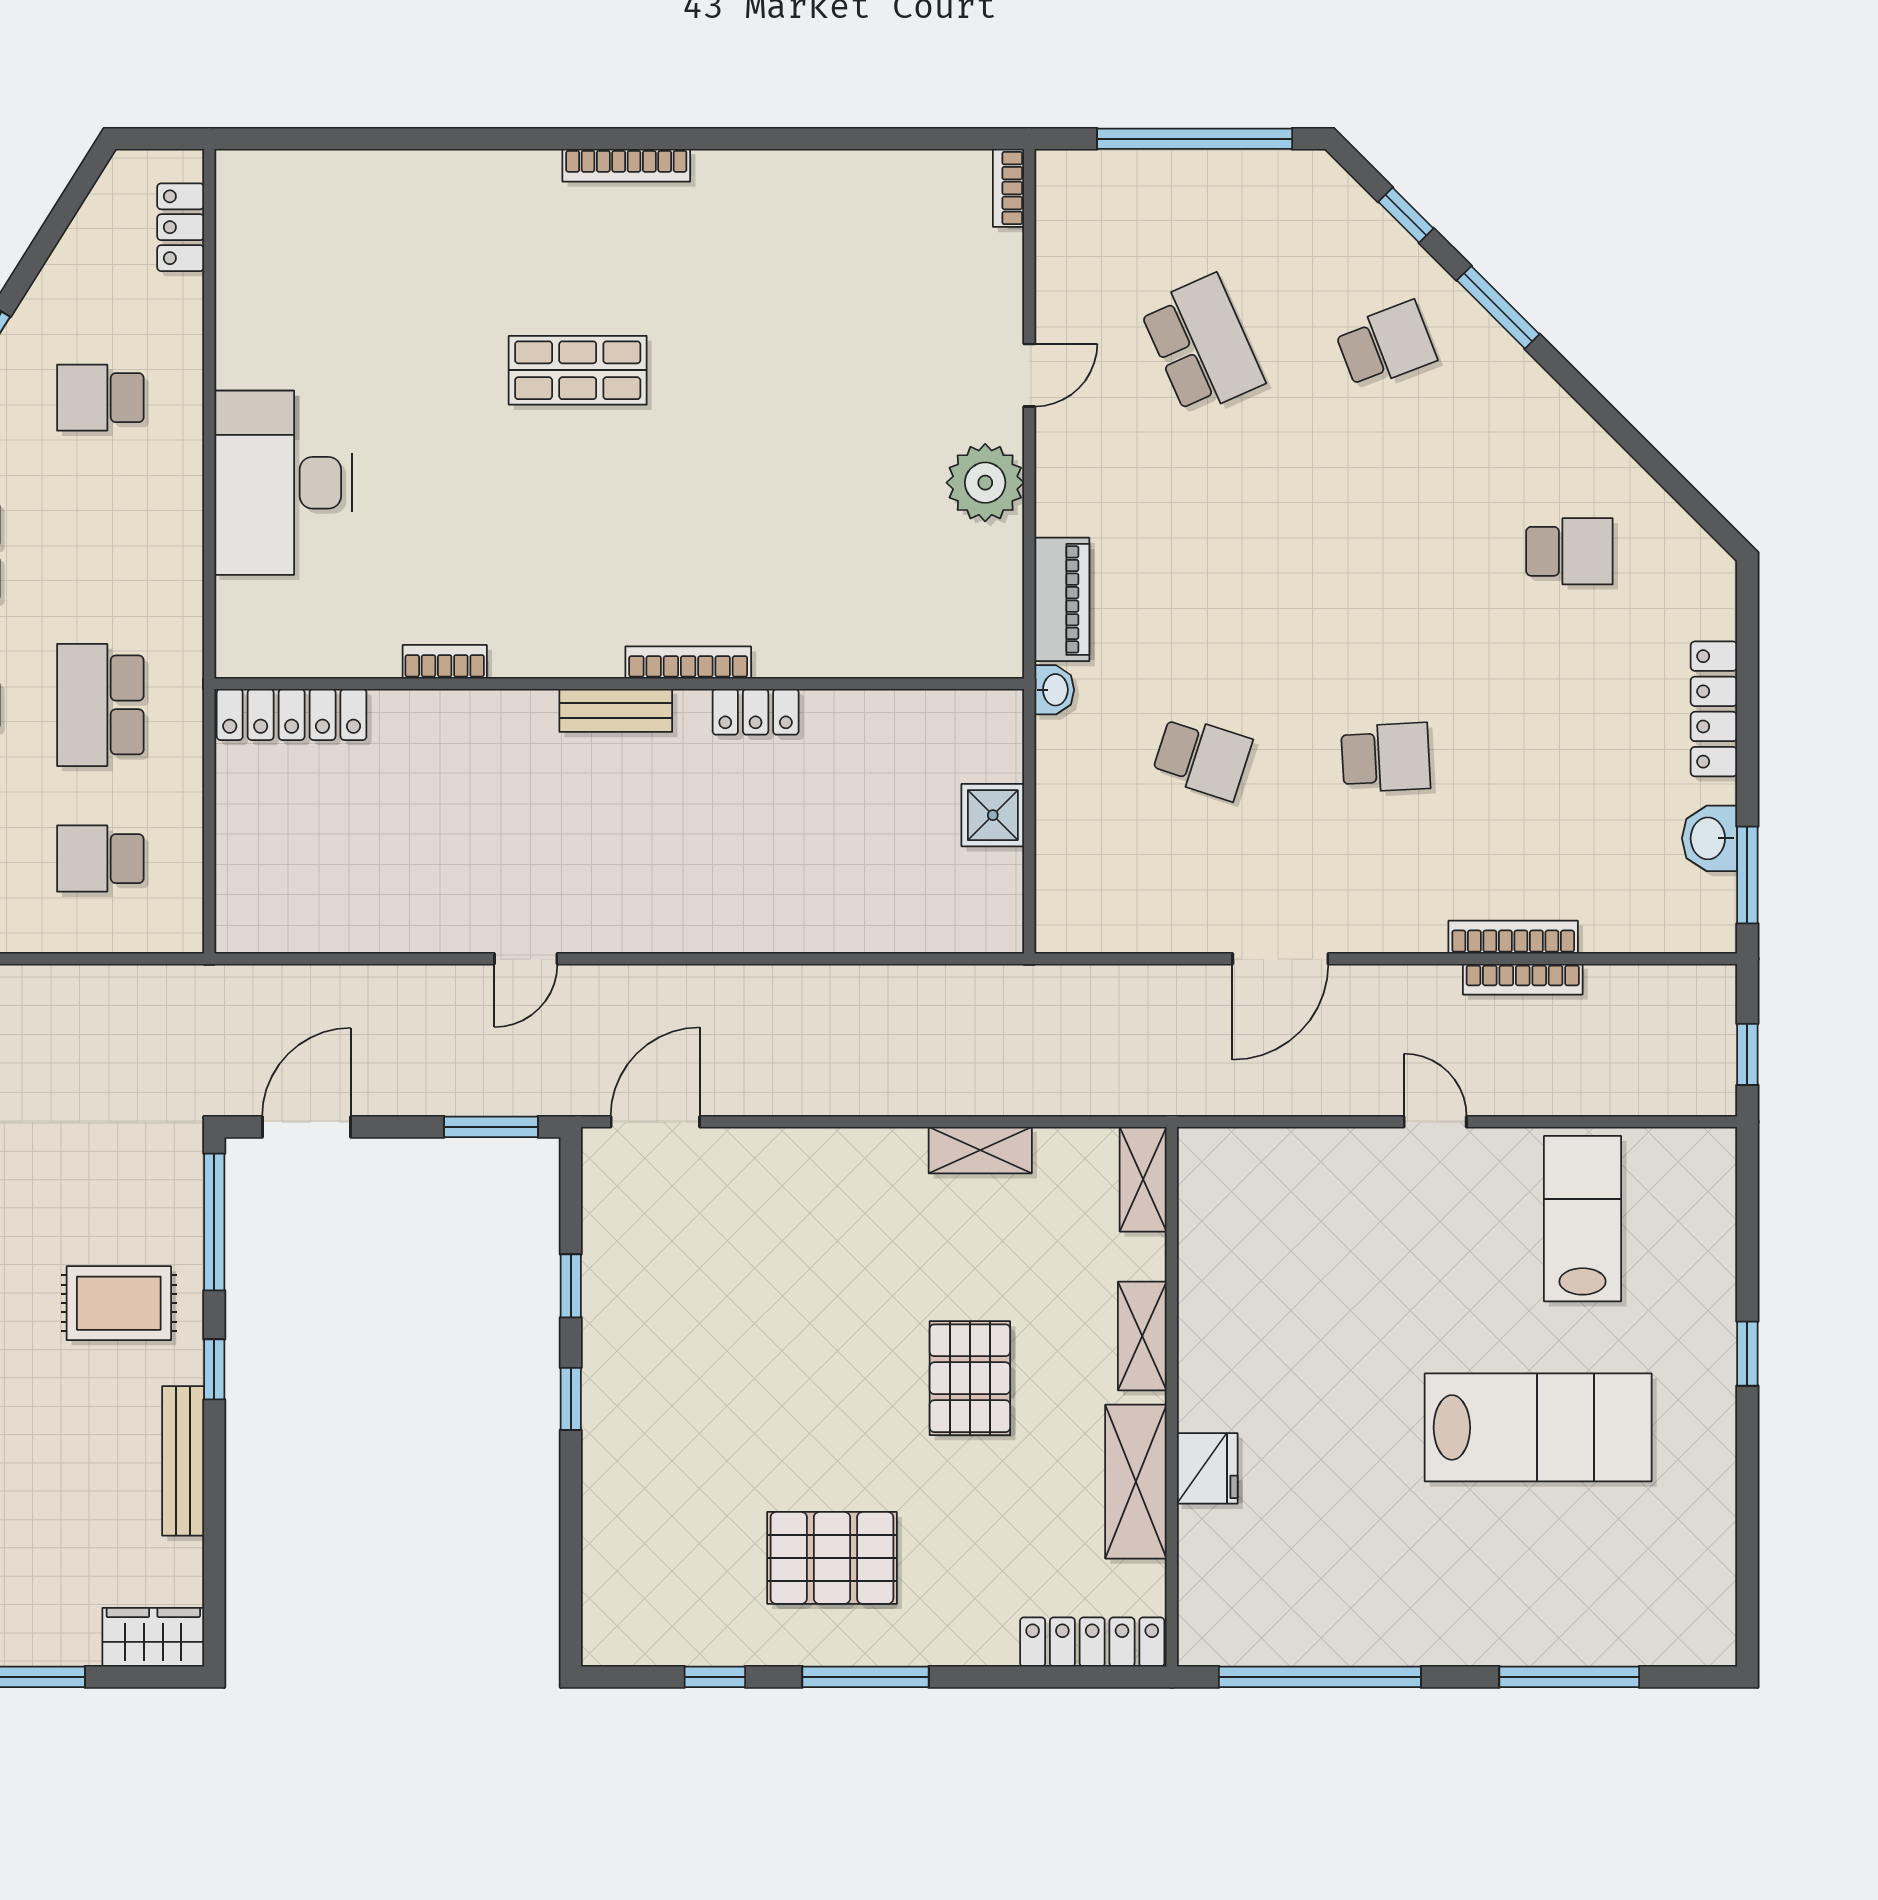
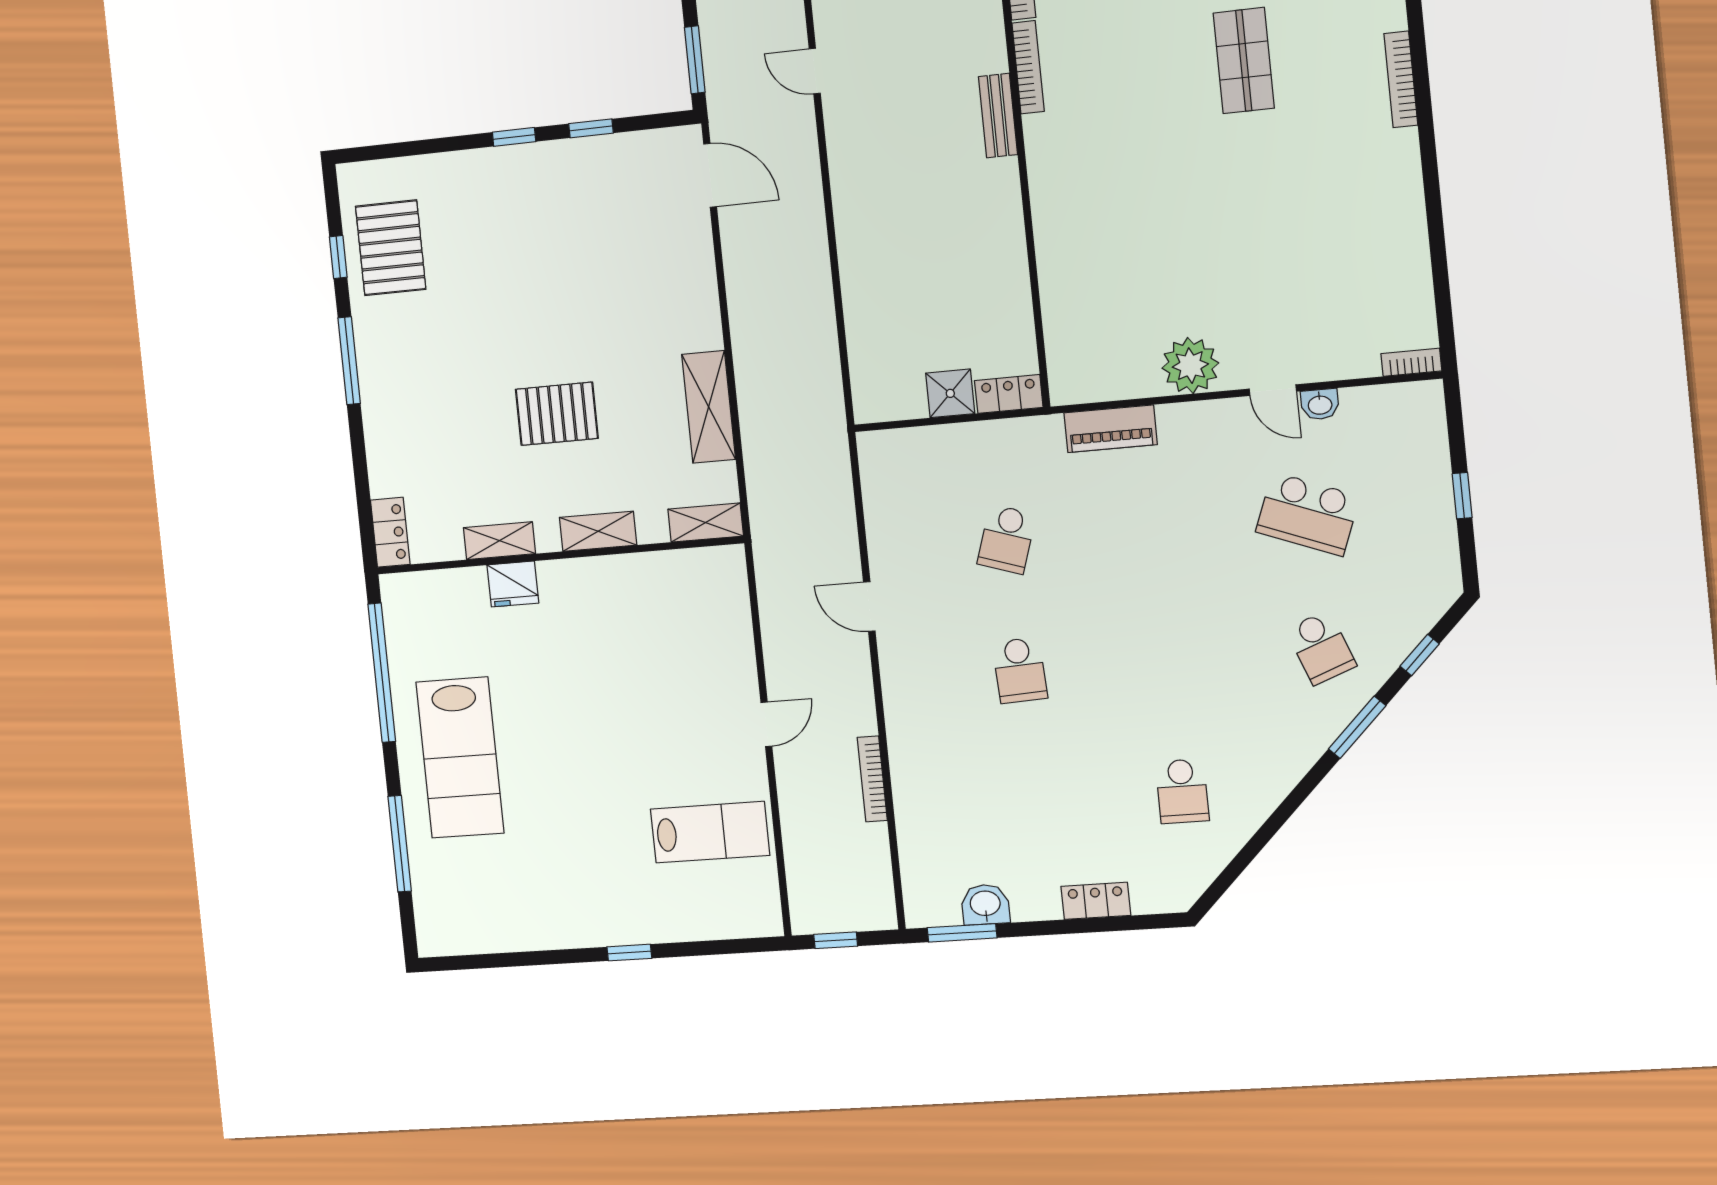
window: (1195, 139) -> (1462, 496), width x0.32
school desk: (1202, 345) -> (1308, 514), turned 45
bookcase: (688, 663) -> (1028, 67), moved
washbasin: (1054, 690) -> (1320, 404), moved
locker: (1714, 709) -> (1096, 901), width x0.66
locker: (756, 712) -> (1009, 394), moved, turned 90
bookcase: (1513, 937) -> (901, 770), removed
door: (1280, 959) -> (869, 607), width x0.73
shelving: (980, 1150) -> (709, 407), width x1.50, depth x1.33
lab bench: (1538, 1427) -> (460, 758), moved
shelving: (1136, 1482) -> (499, 541), width x0.67, depth x0.75
pallet: (832, 1558) -> (391, 248), moved
locker: (1092, 1642) -> (390, 532), width x0.66

